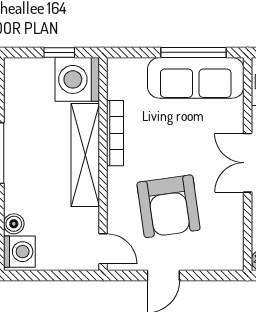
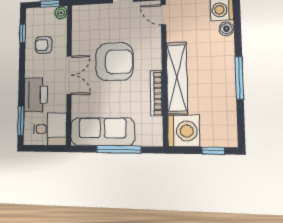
window: (59, 52) -> (213, 151), moved
window: (194, 52) -> (119, 149), moved
armchair: (169, 206) -> (114, 62), moved, turned 98

